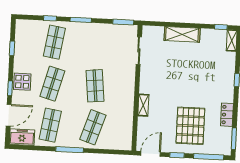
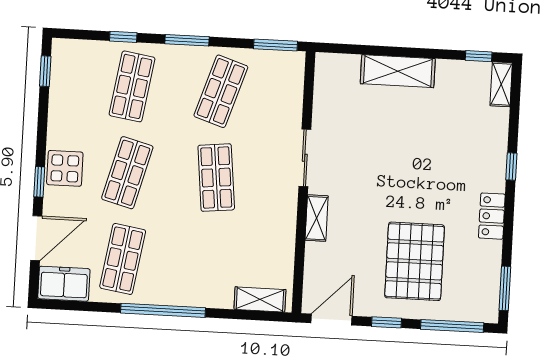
window: (12, 48) -> (45, 71), moved
sliding door: (139, 50) -> (305, 158), moved
locker: (227, 115) -> (492, 216), moved
shop shelf: (93, 127) -> (221, 91), moved
shelving: (116, 144) -> (260, 299), added
window: (70, 150) -> (163, 310), width x1.46

